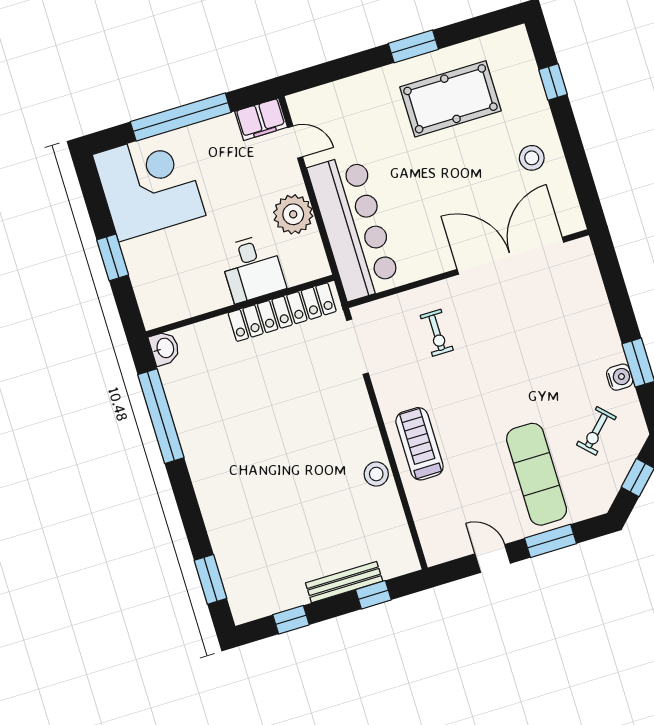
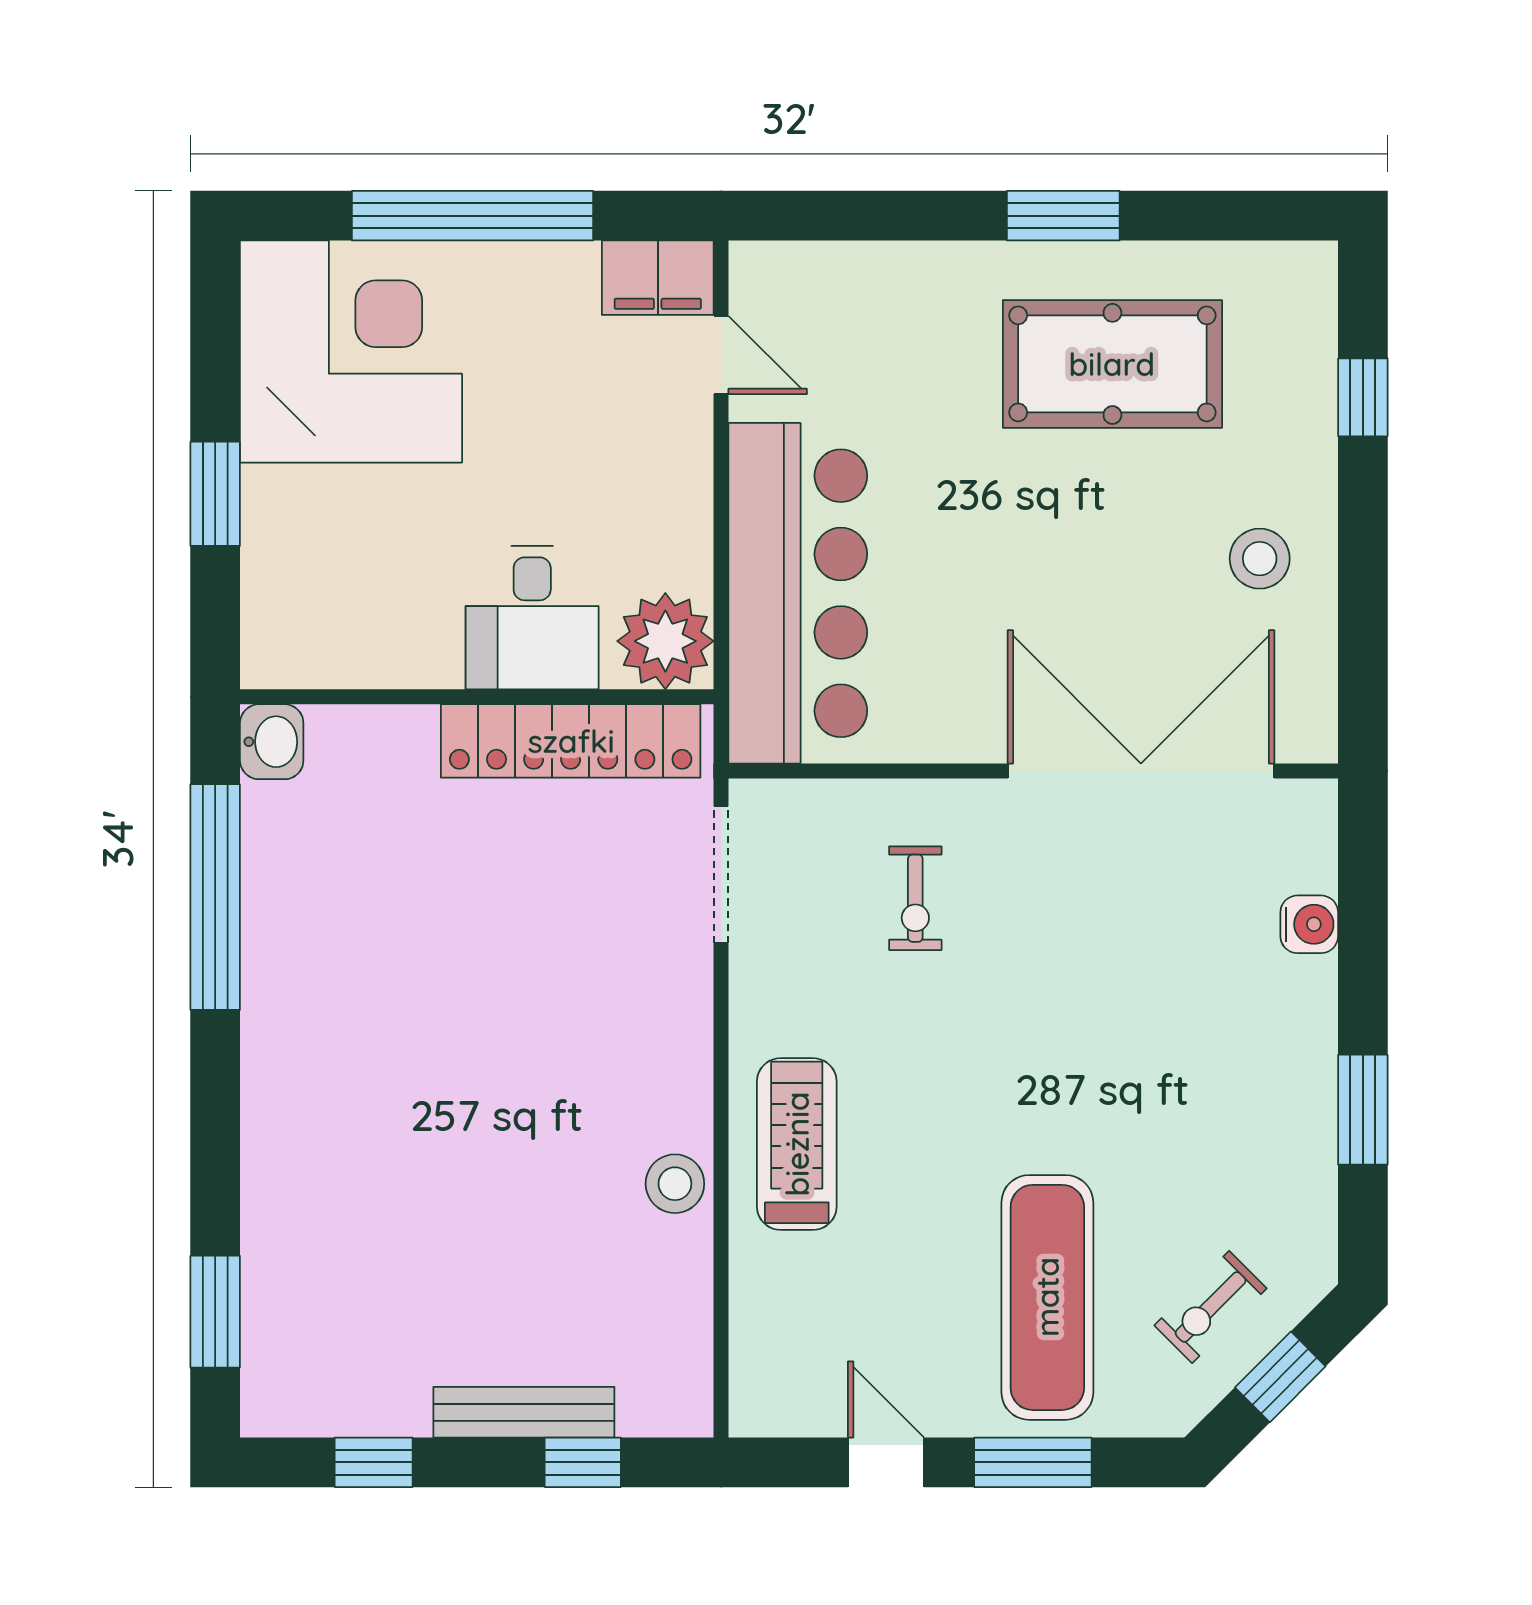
plant: (293, 214) -> (665, 641), moved
water cooler: (620, 377) -> (1309, 924), moved
exercise bike: (596, 431) -> (1211, 1307), moved

